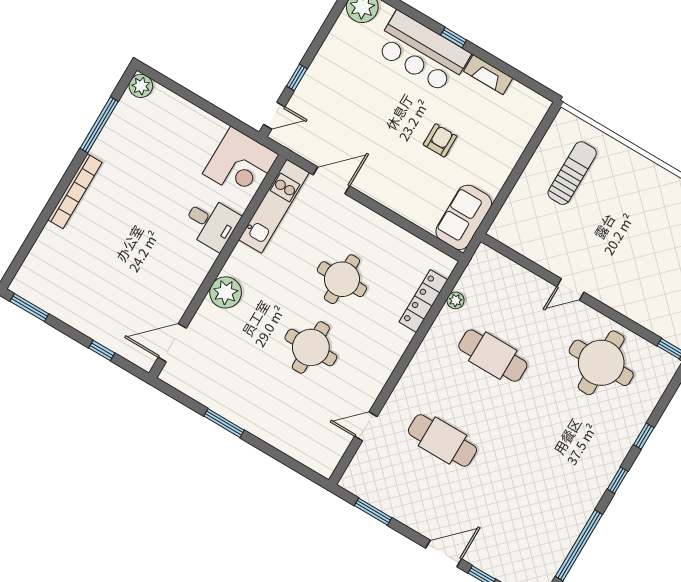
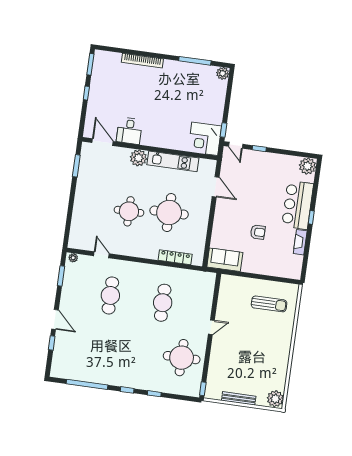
window: (239, 126) -> (223, 130), added
bookcase: (75, 191) -> (142, 61), moved
kitchen unit: (274, 206) -> (173, 161), moved
desk: (211, 223) -> (129, 131), moved
round table: (342, 279) -> (169, 213), width x1.36, depth x1.36
door: (570, 289) -> (211, 327), swing flipped
plant: (455, 300) -> (73, 258), moved
window: (102, 350) -> (86, 93), moved
window: (224, 423) -> (76, 166), moved

